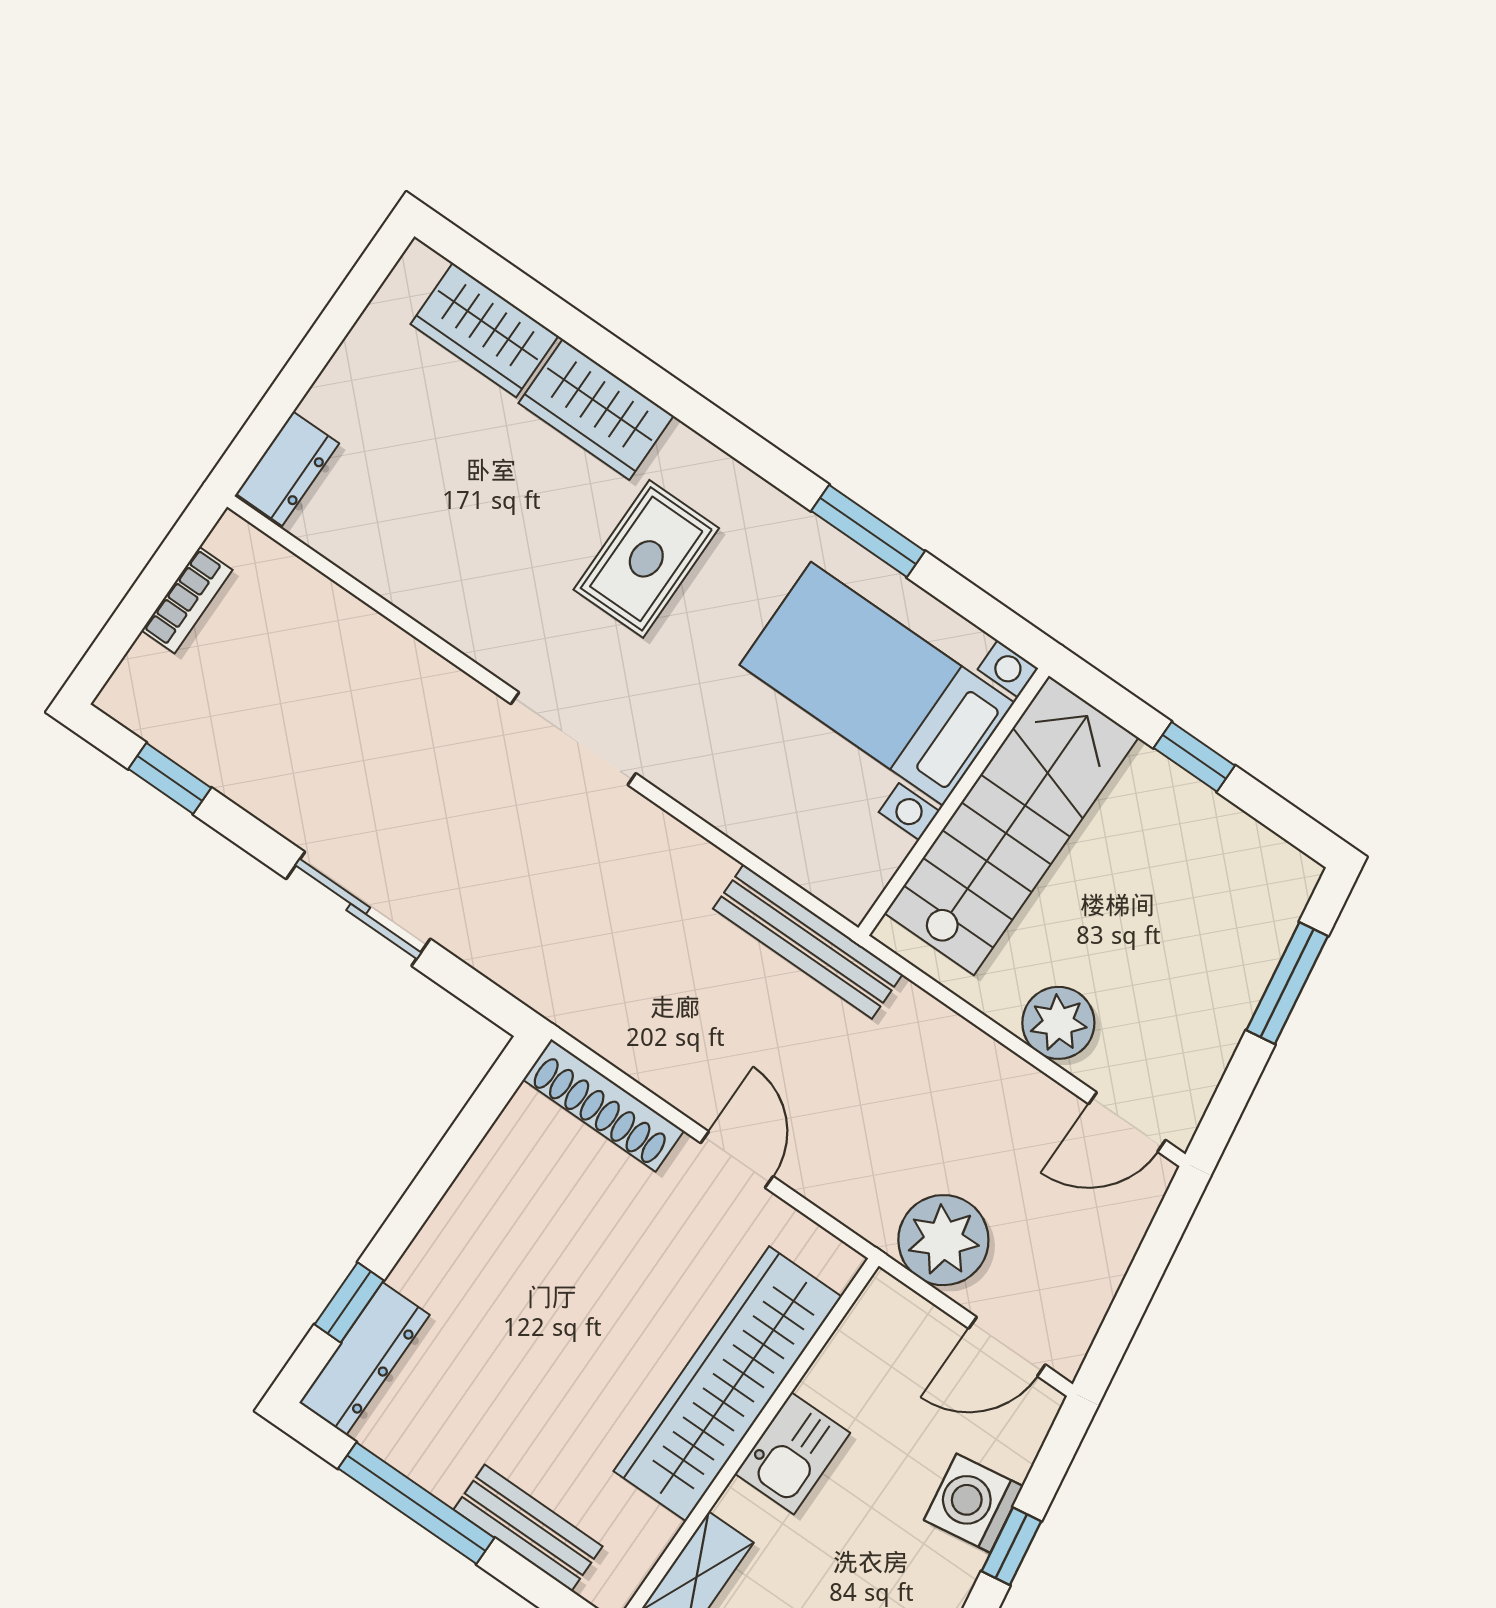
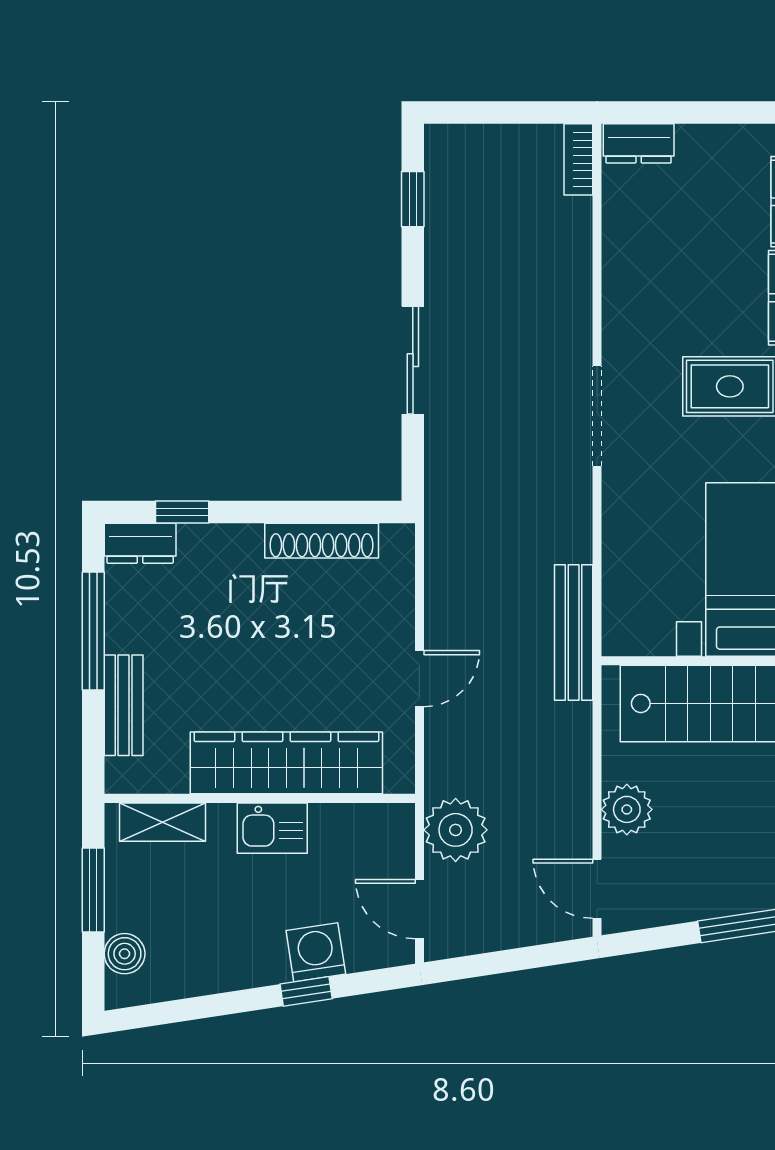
bookcase: (187, 600) -> (578, 159), moved, turned 90
shoe rack: (603, 1105) -> (322, 541), moved, turned -90
dresser: (364, 1359) -> (140, 543), width x0.70

